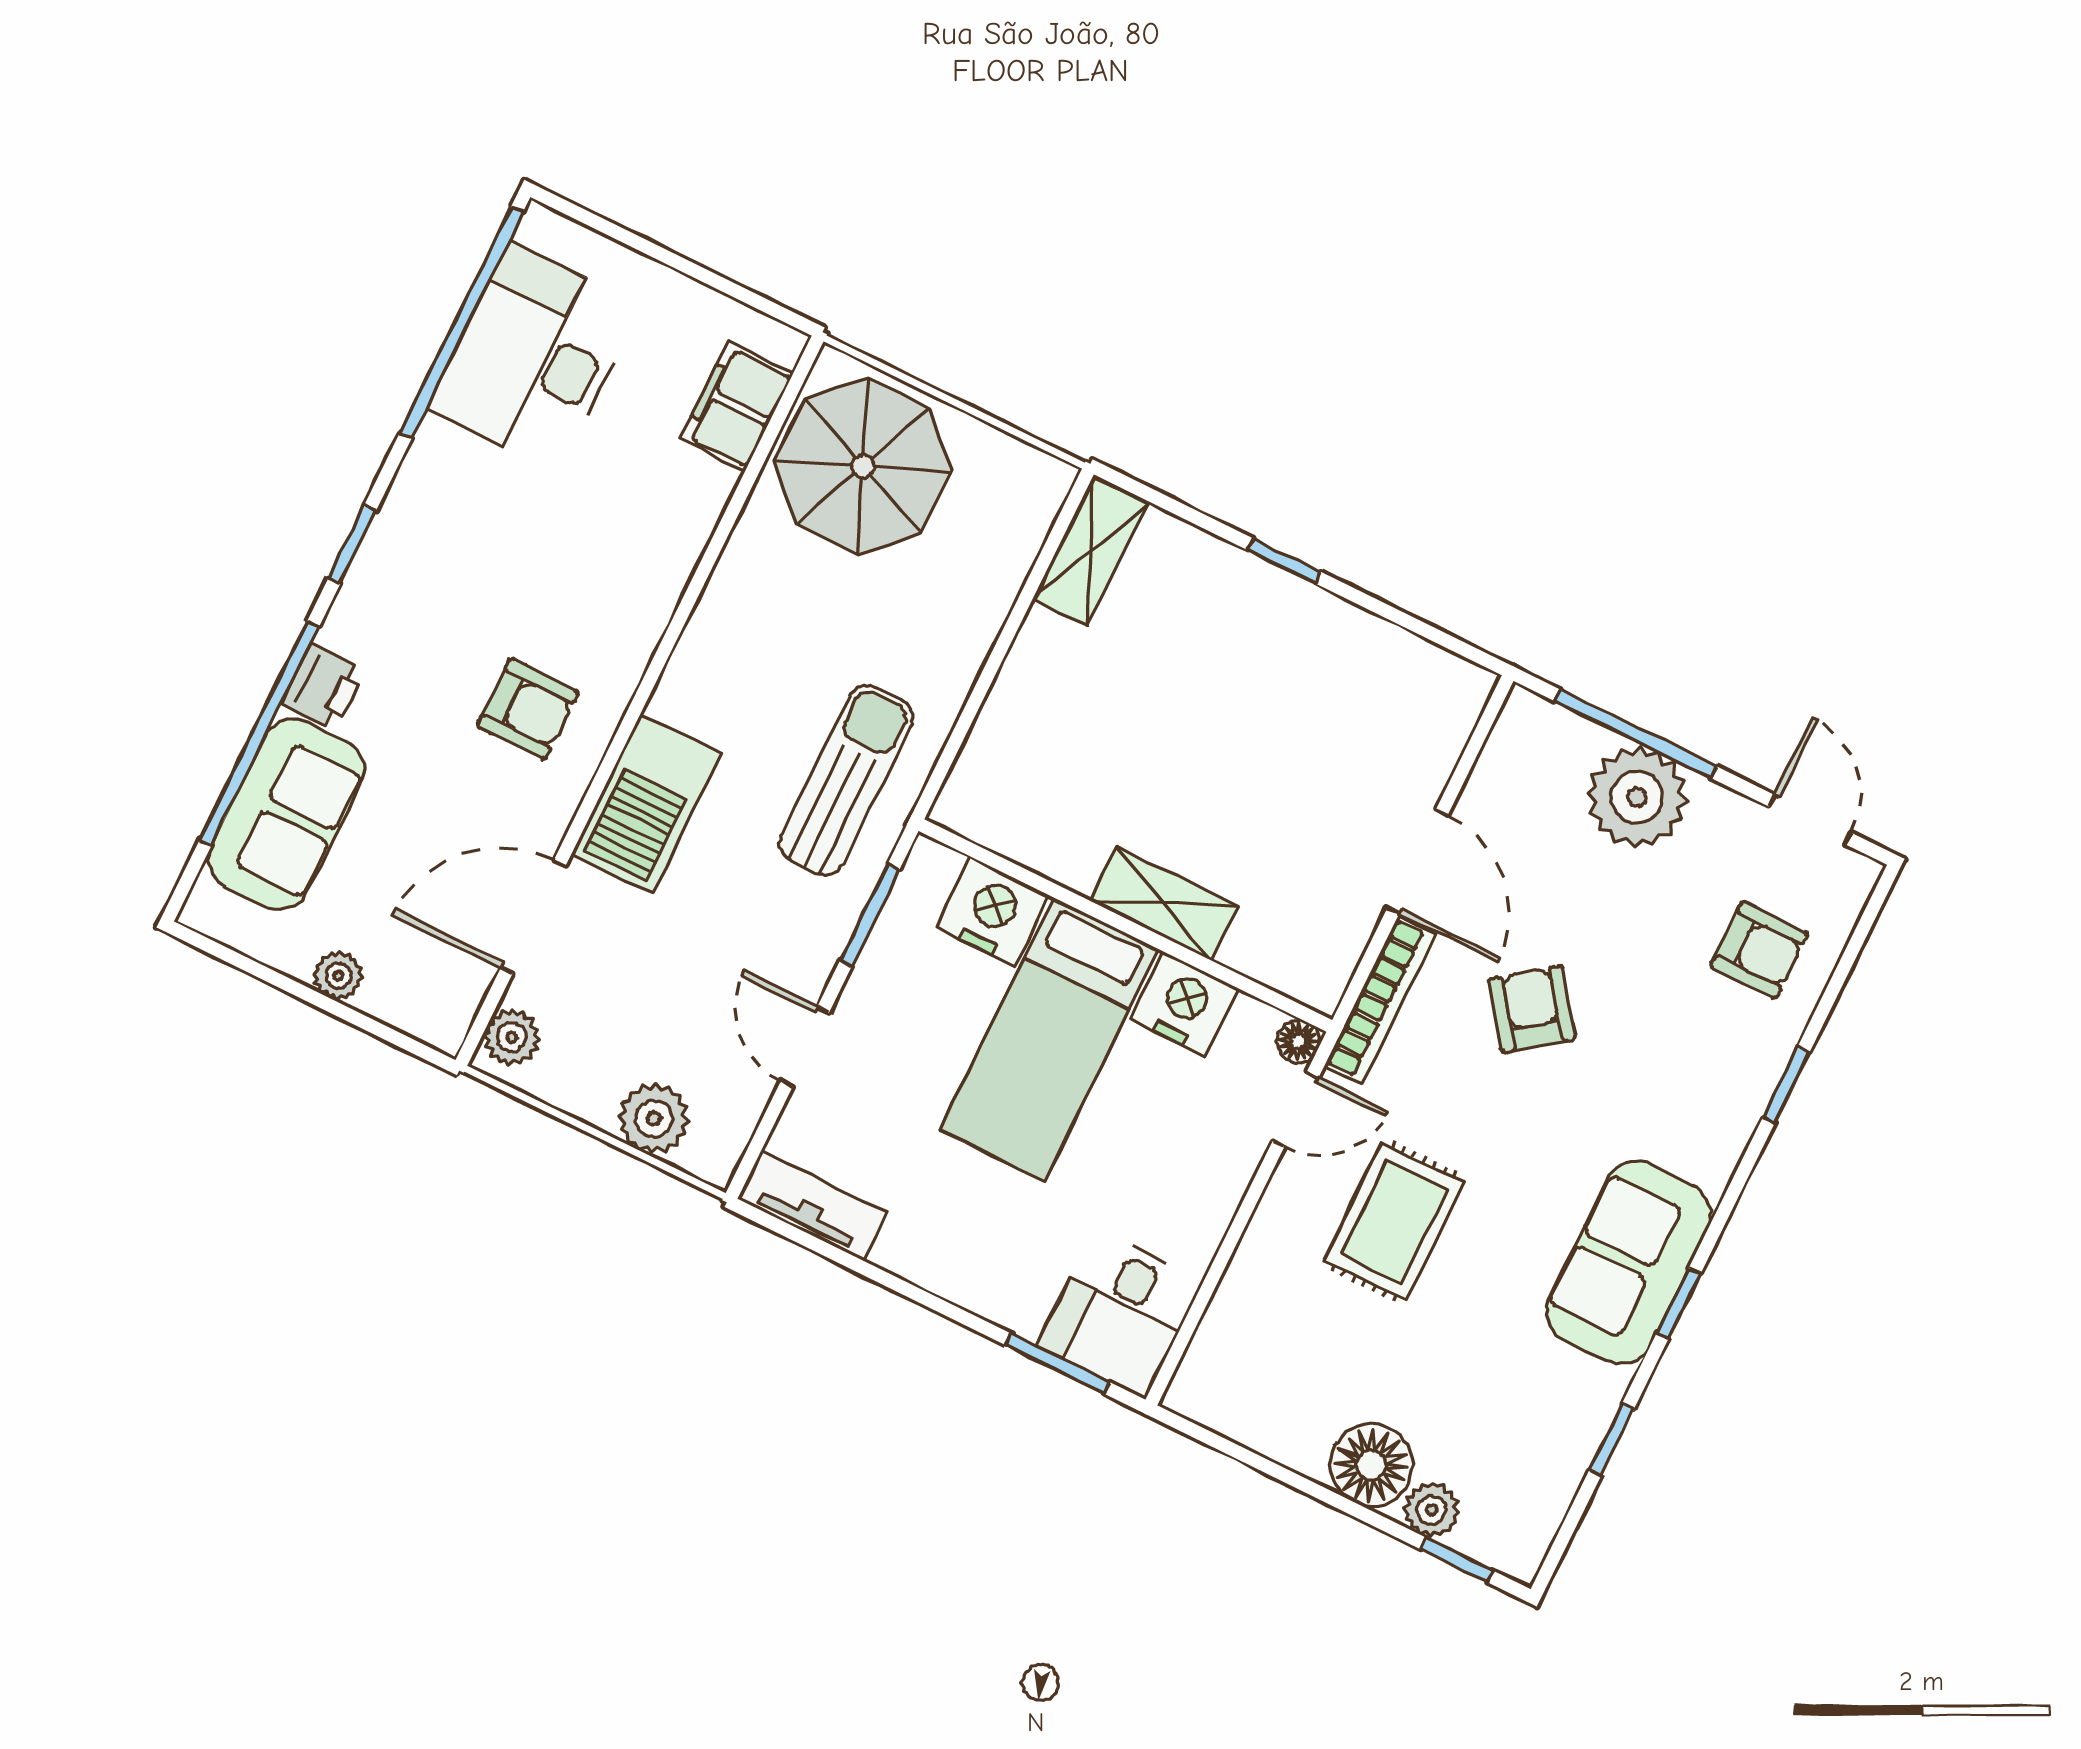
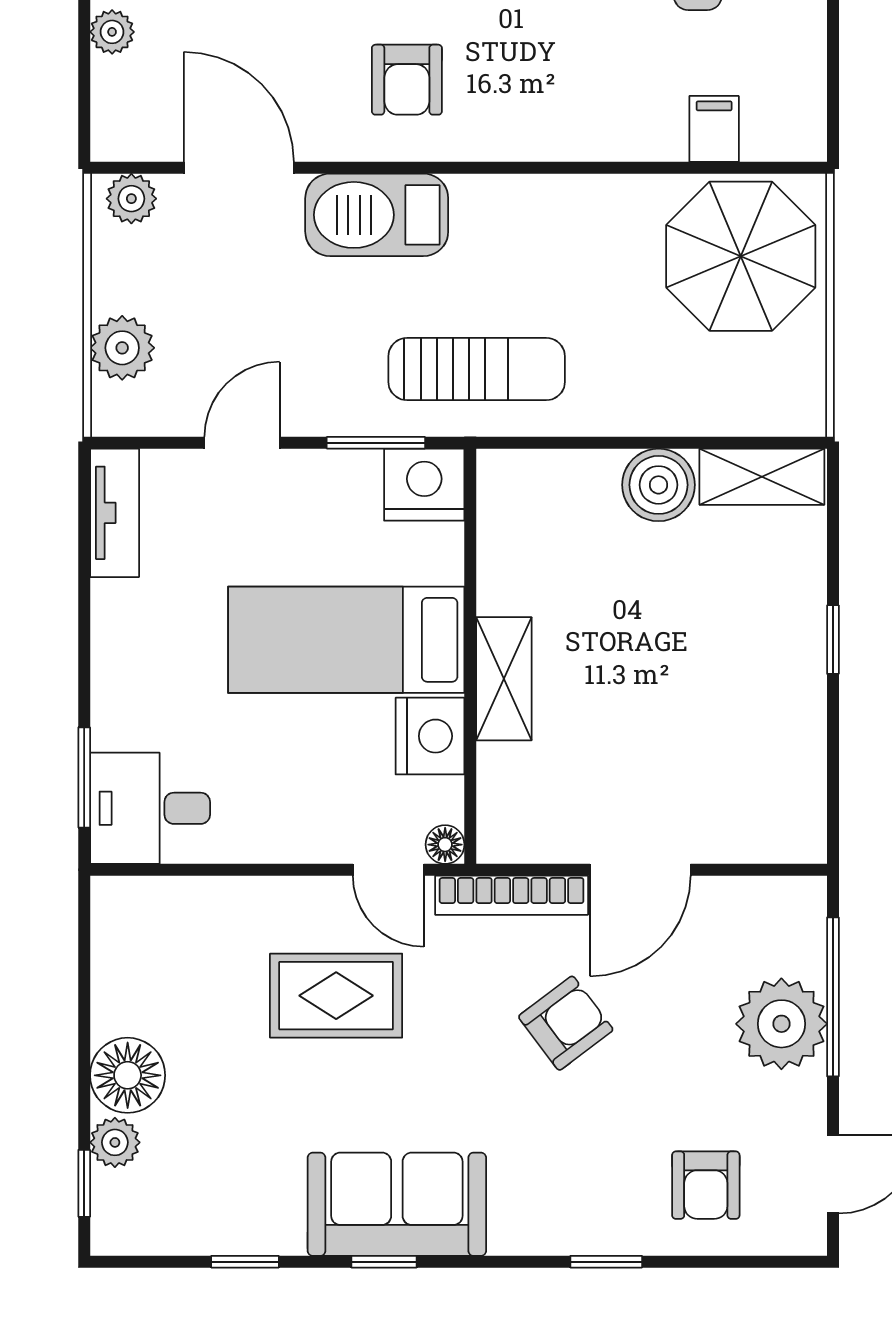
filing cabinet: (737, 406) -> (714, 129), width x0.50
boiler: (1048, 658) -> (658, 485), added
nightstand: (992, 911) -> (424, 485), moved, turned -90

